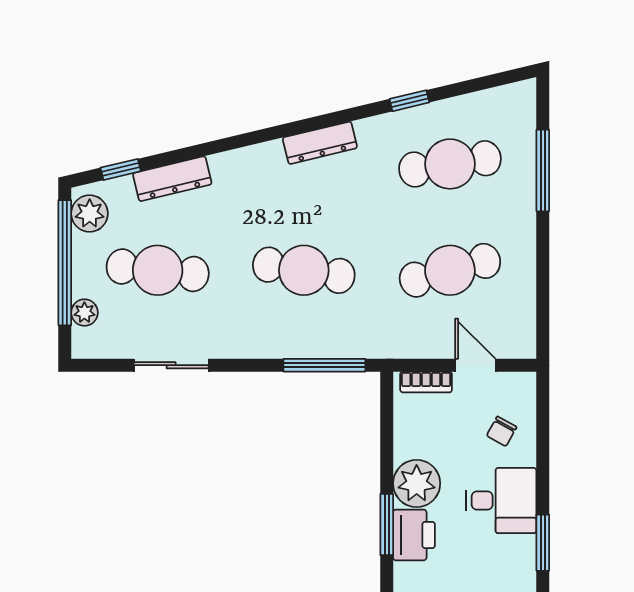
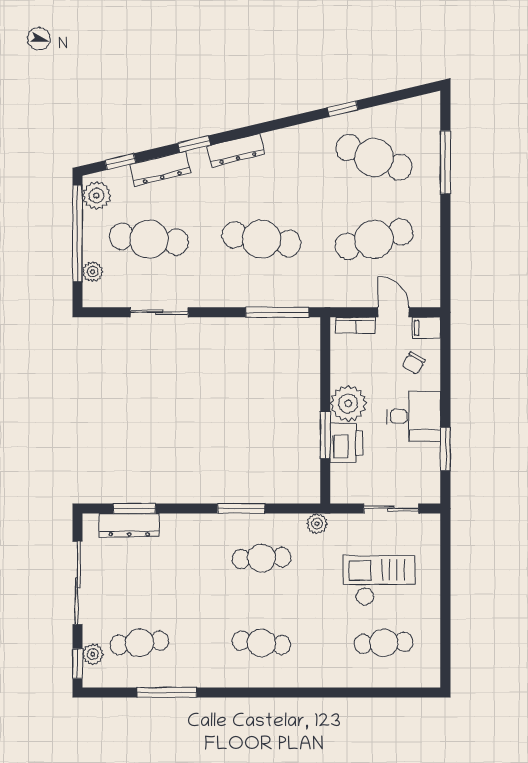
dresser: (320, 143) -> (236, 150), moved
window: (216, 147) -> (194, 144), added
cafe table: (450, 164) -> (374, 157), turned 30
filing cabinet: (518, 385) -> (426, 328), added

